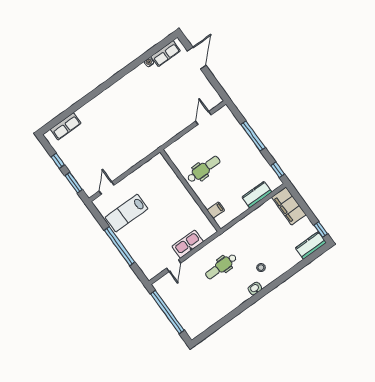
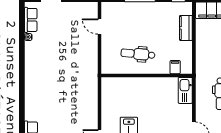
dental chair: (204, 169) -> (138, 54), turned -85
kitchen sink: (188, 244) -> (185, 90), moved

